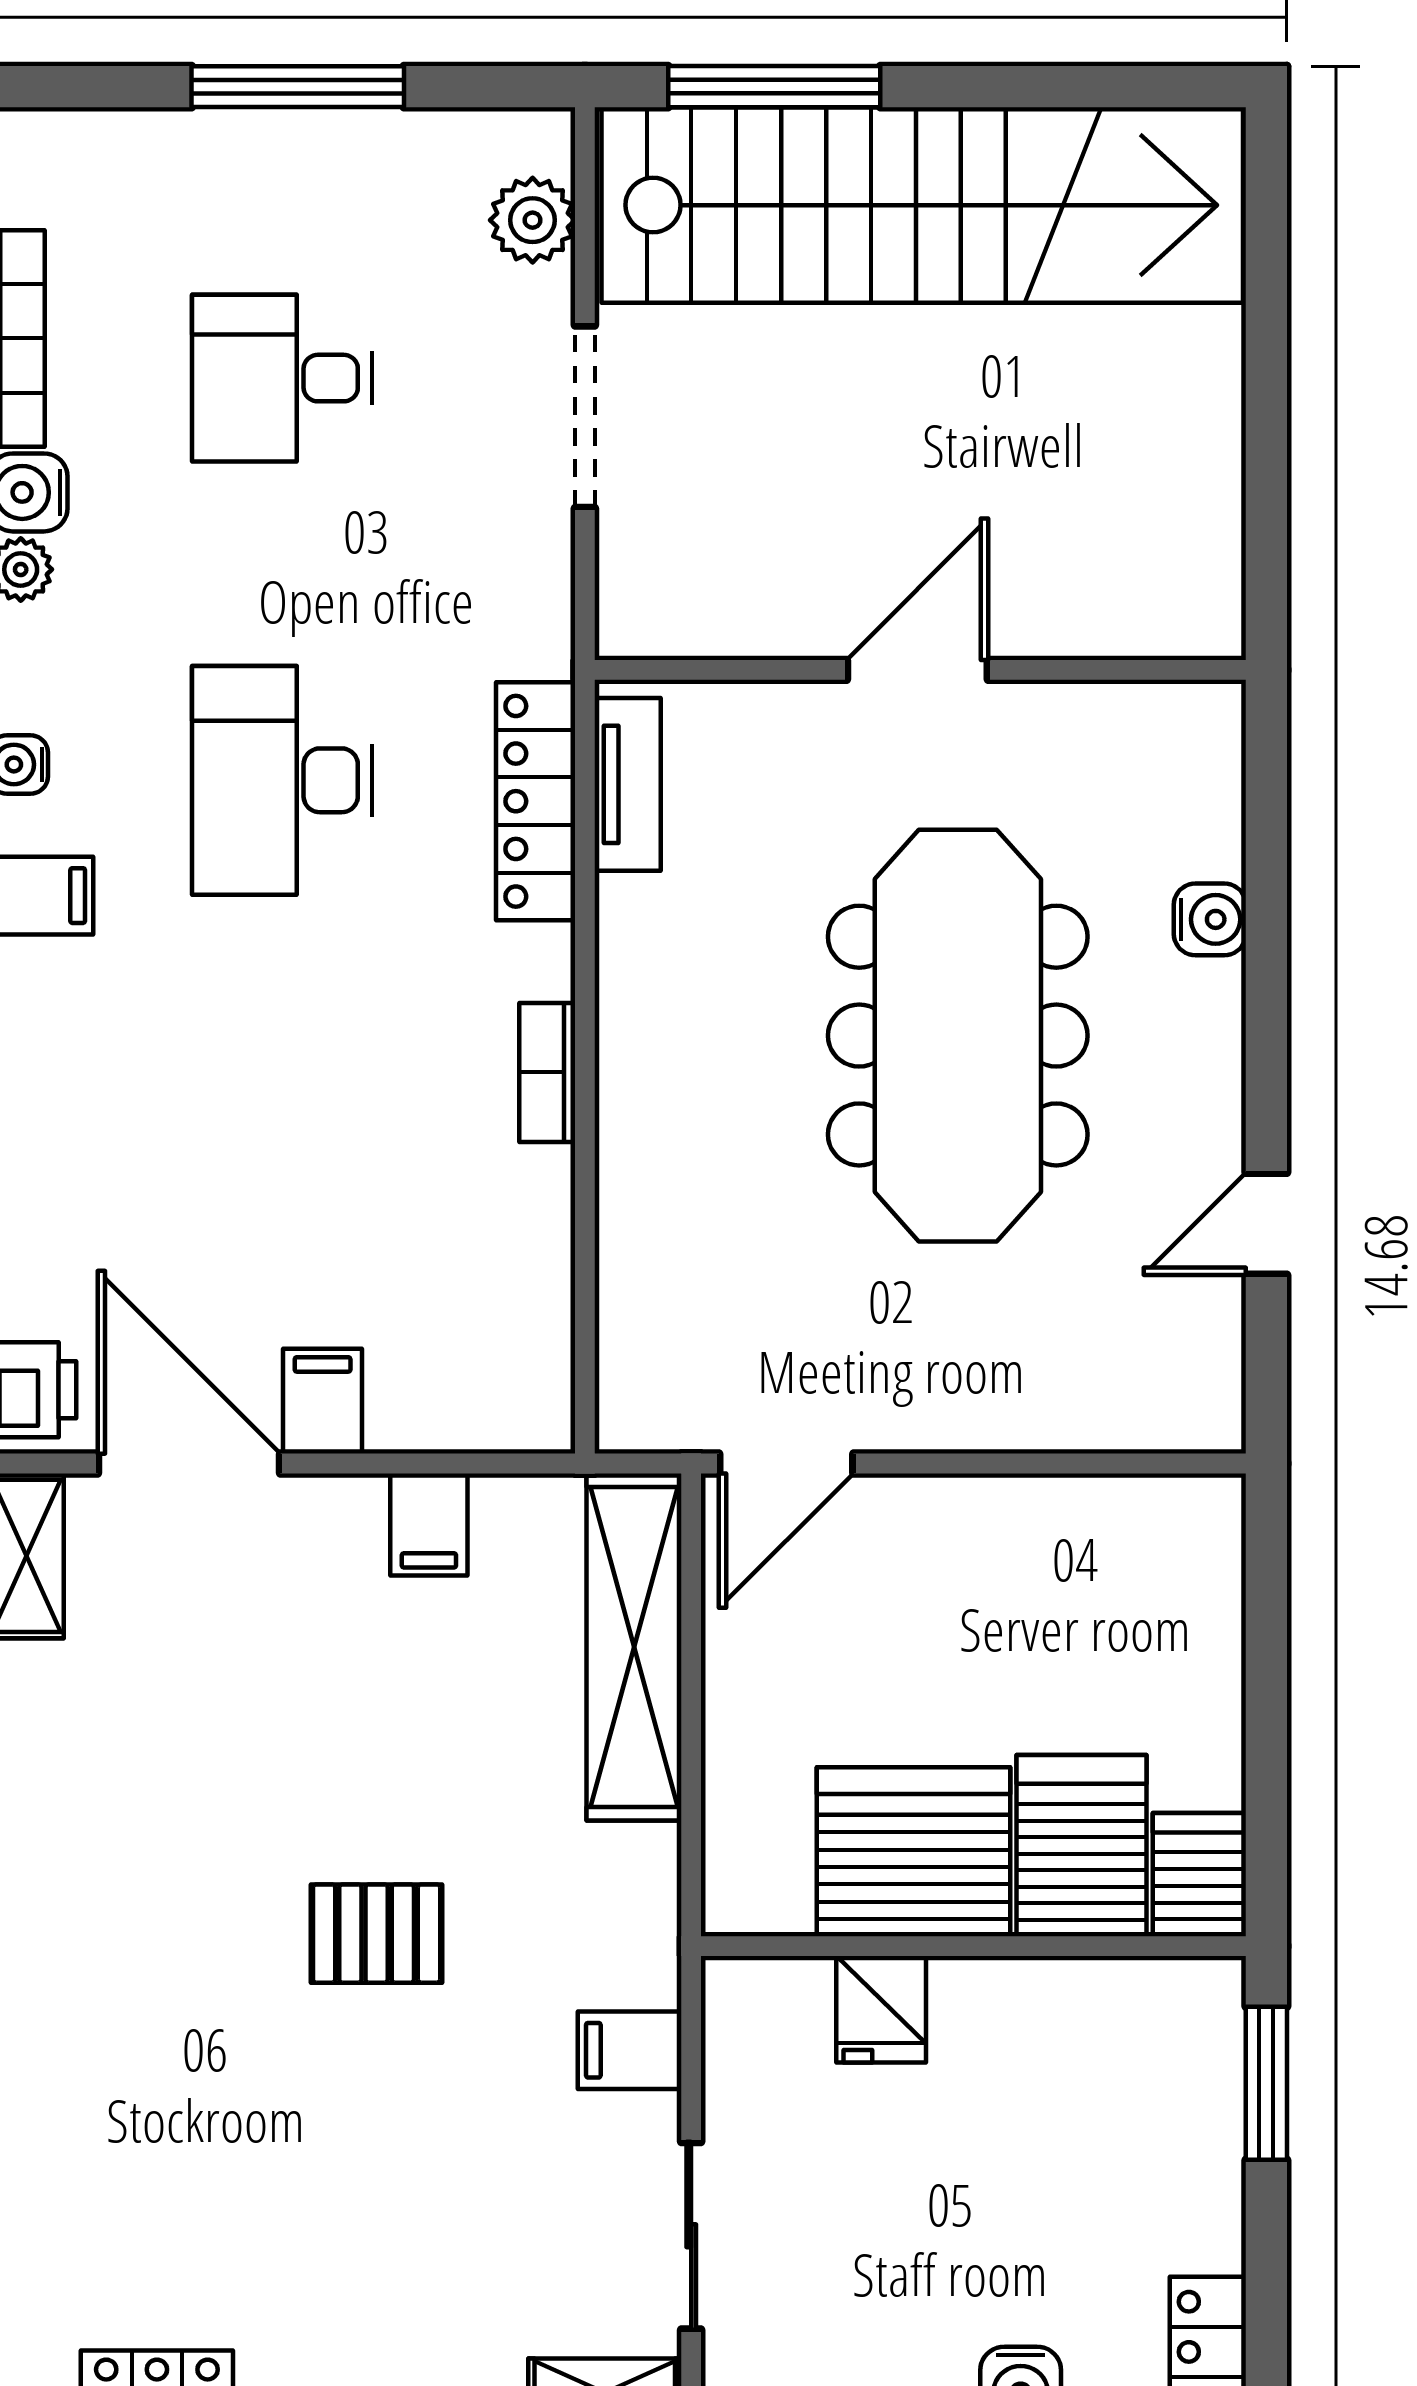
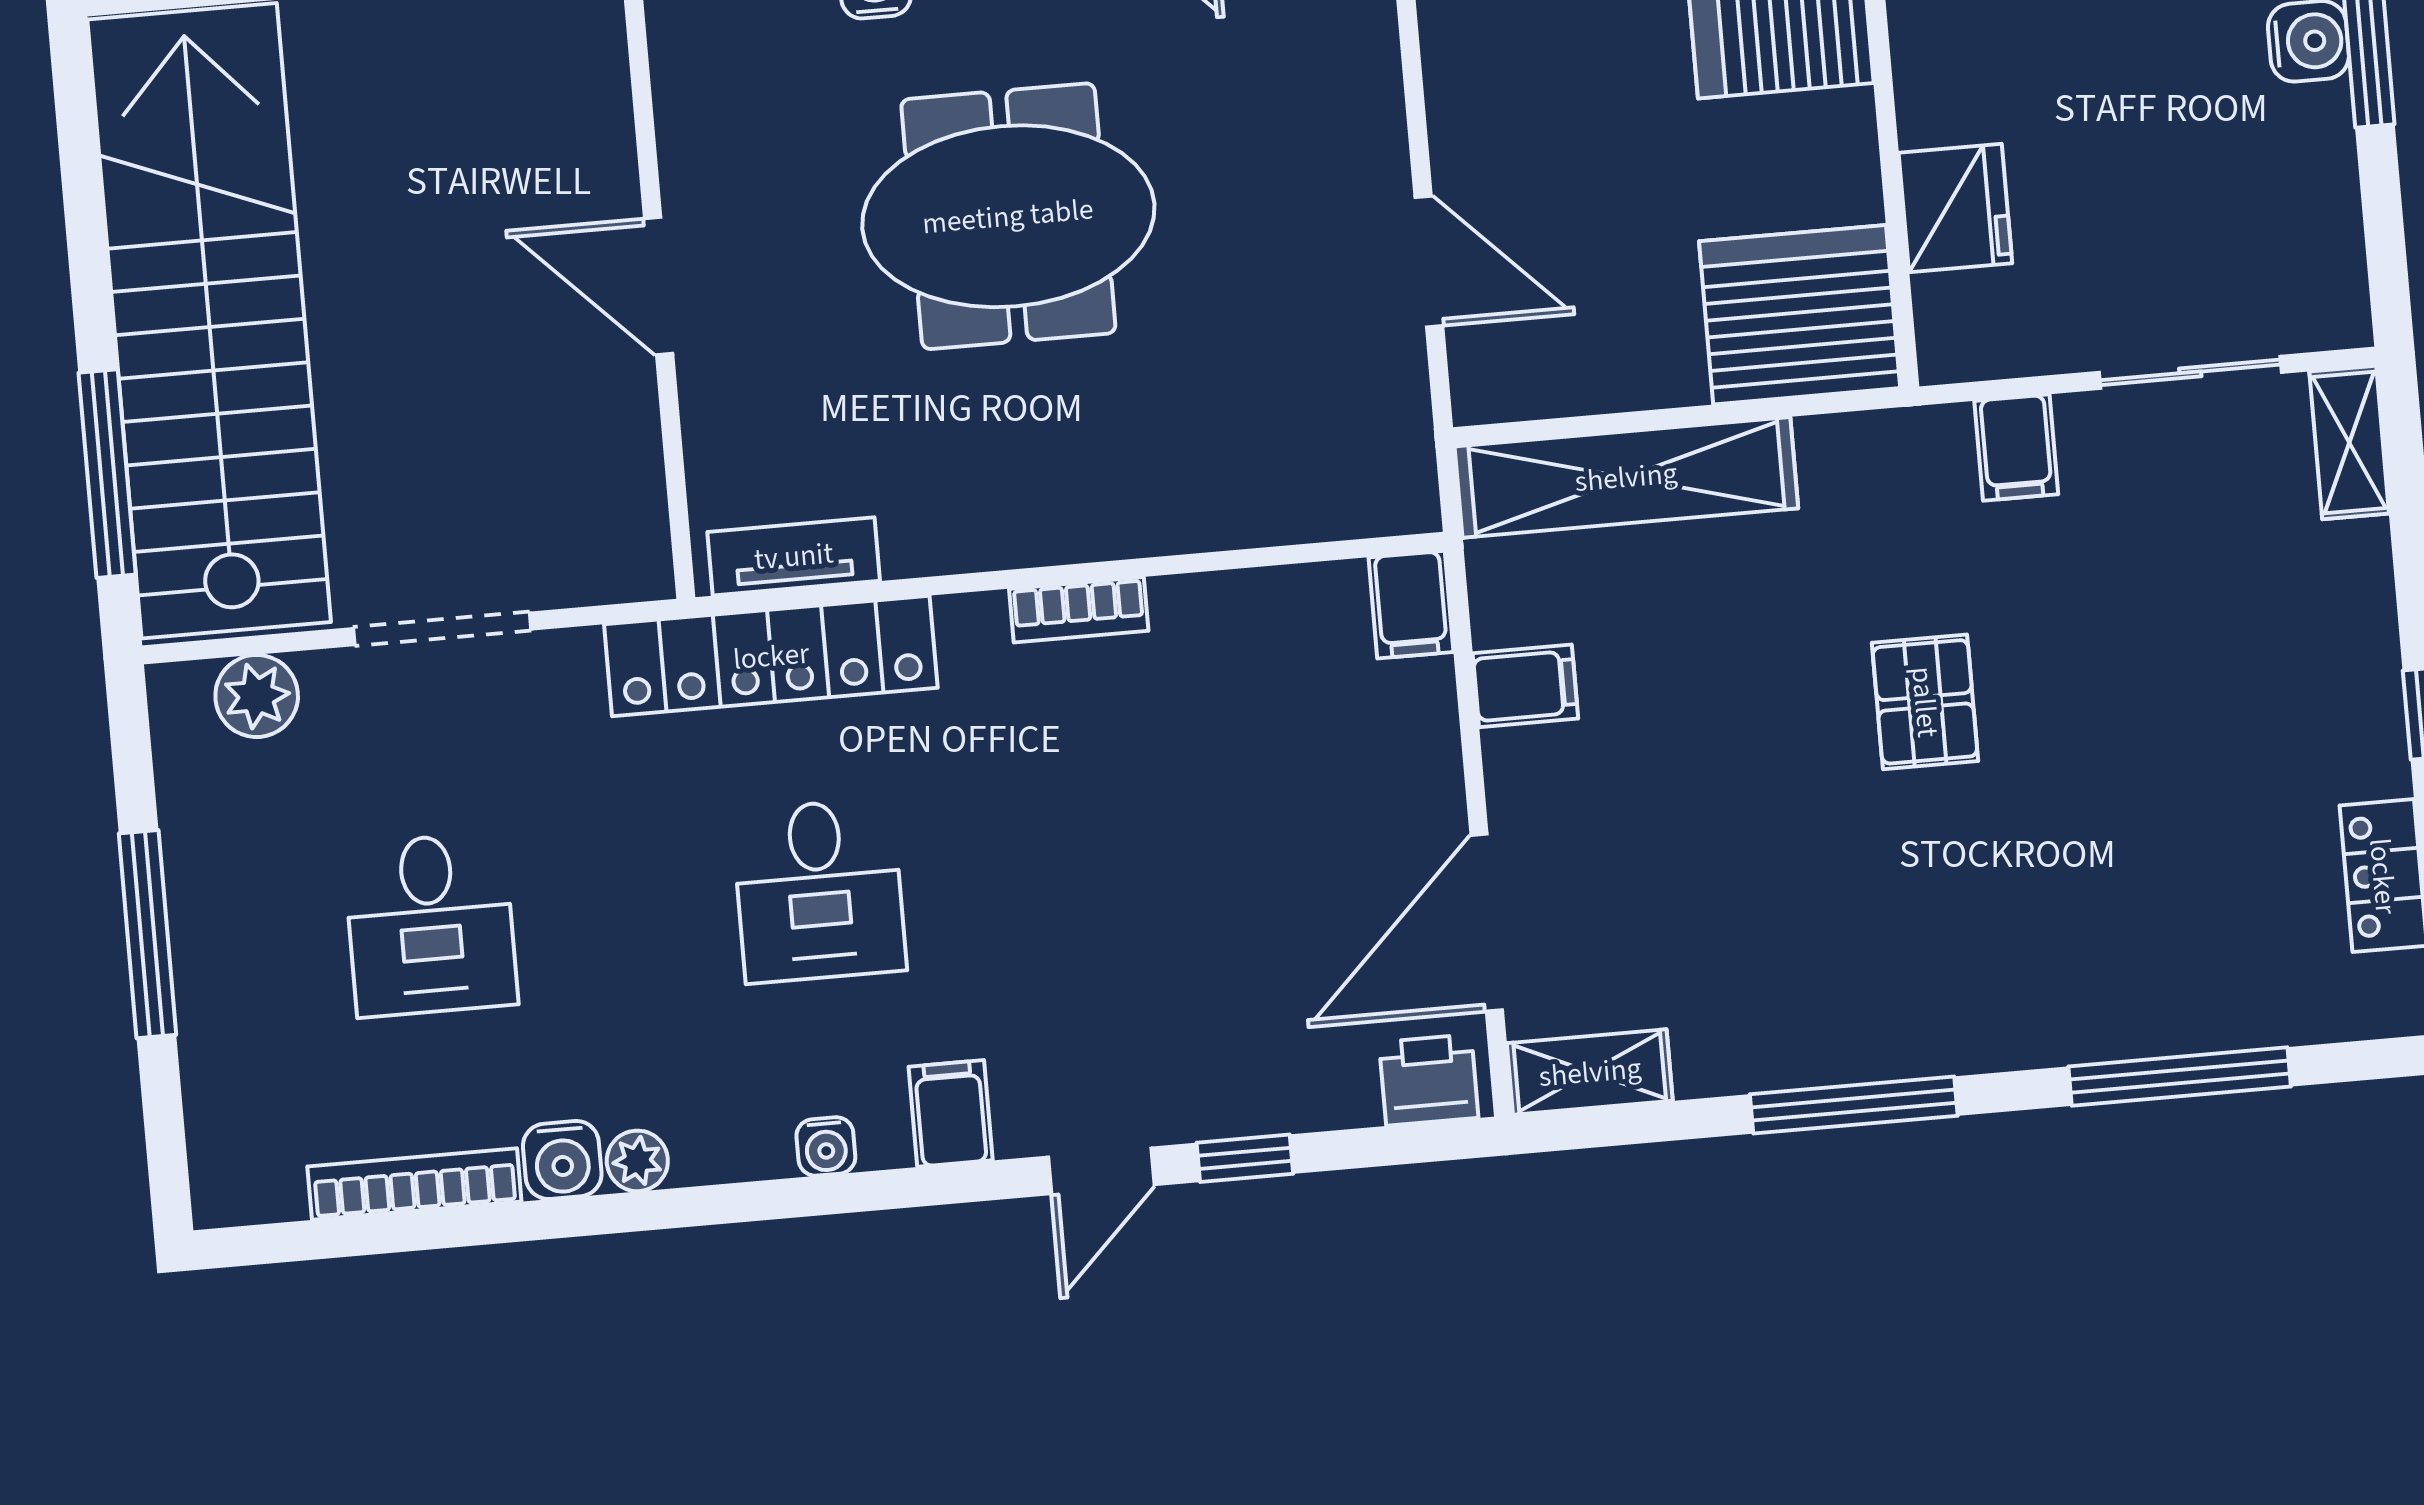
desk: (282, 780) -> (819, 890), width x0.73
locker: (536, 801) -> (771, 656), width x1.41, depth x1.21
meeting table: (958, 1036) -> (1008, 216), width x0.73
filing cabinet: (323, 1401) -> (1411, 605), moved, turned -90
door: (786, 1463) -> (1429, 261), moved
server rack: (914, 1852) -> (1800, 315), moved, turned 90
fridge: (881, 2009) -> (1955, 208), width x1.38

